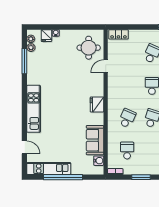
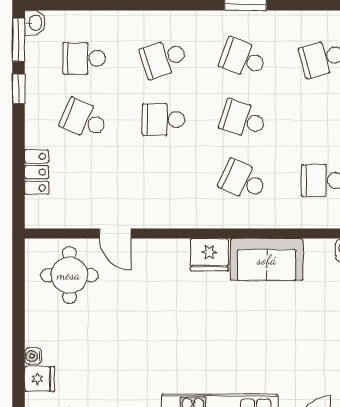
locker: (118, 34) -> (37, 172), moved
sofa: (95, 140) -> (267, 260), moved

